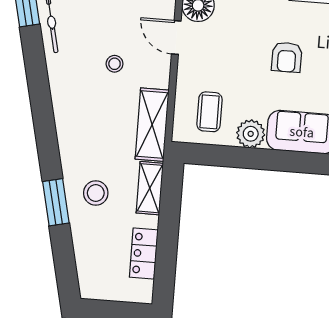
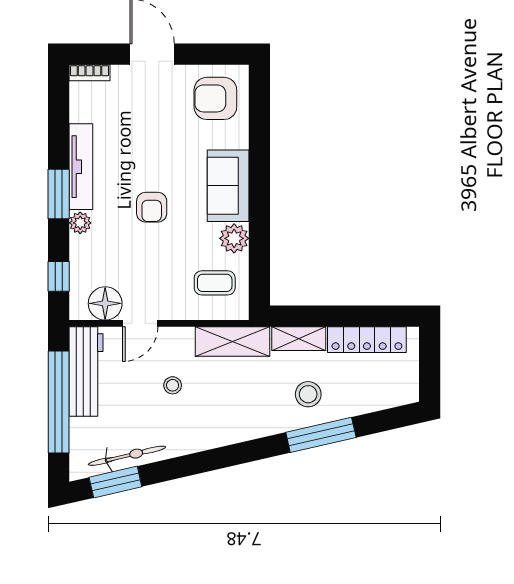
armchair: (287, 57) -> (152, 207), turned 90
window: (56, 202) -> (321, 435), width x1.44
locker: (144, 253) -> (367, 340), width x1.53

